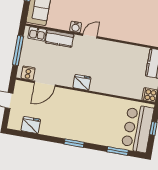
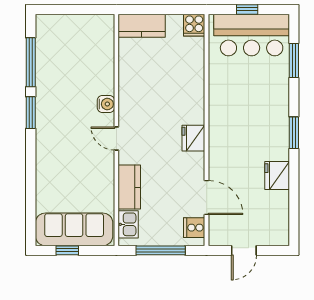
water cooler: (76, 27) -> (106, 104), moved
fridge: (31, 125) -> (277, 176), moved

